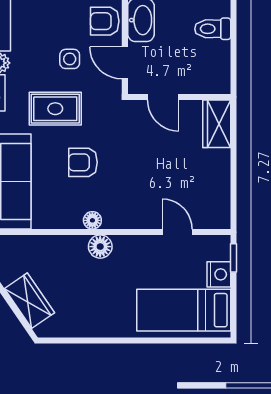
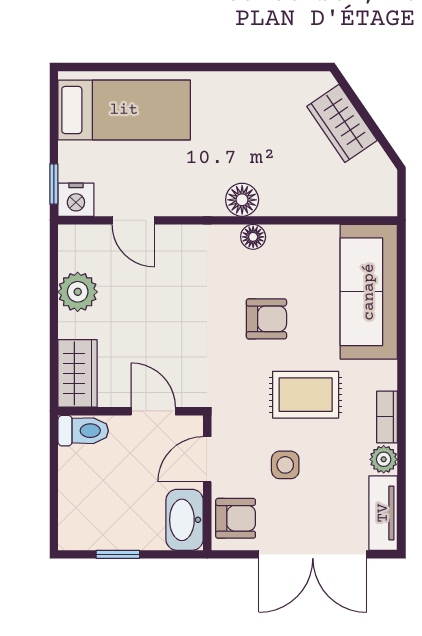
toilet: (213, 29) -> (83, 431), moved
door: (125, 63) -> (207, 459), swing flipped
plant: (217, 181) -> (78, 292), added
nightstand: (219, 274) -> (76, 200), moved, turned -90

